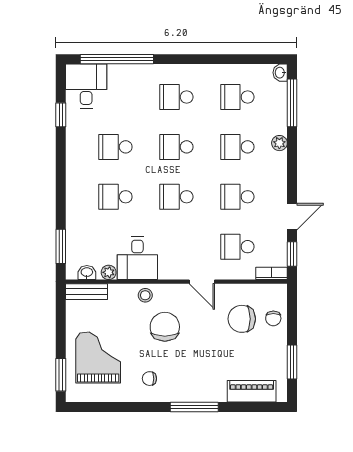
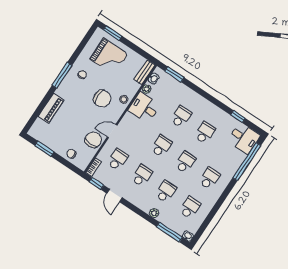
chair: (242, 319) -> (93, 140), moved
piano: (252, 391) -> (51, 108), moved
window: (194, 407) -> (62, 75), moved

